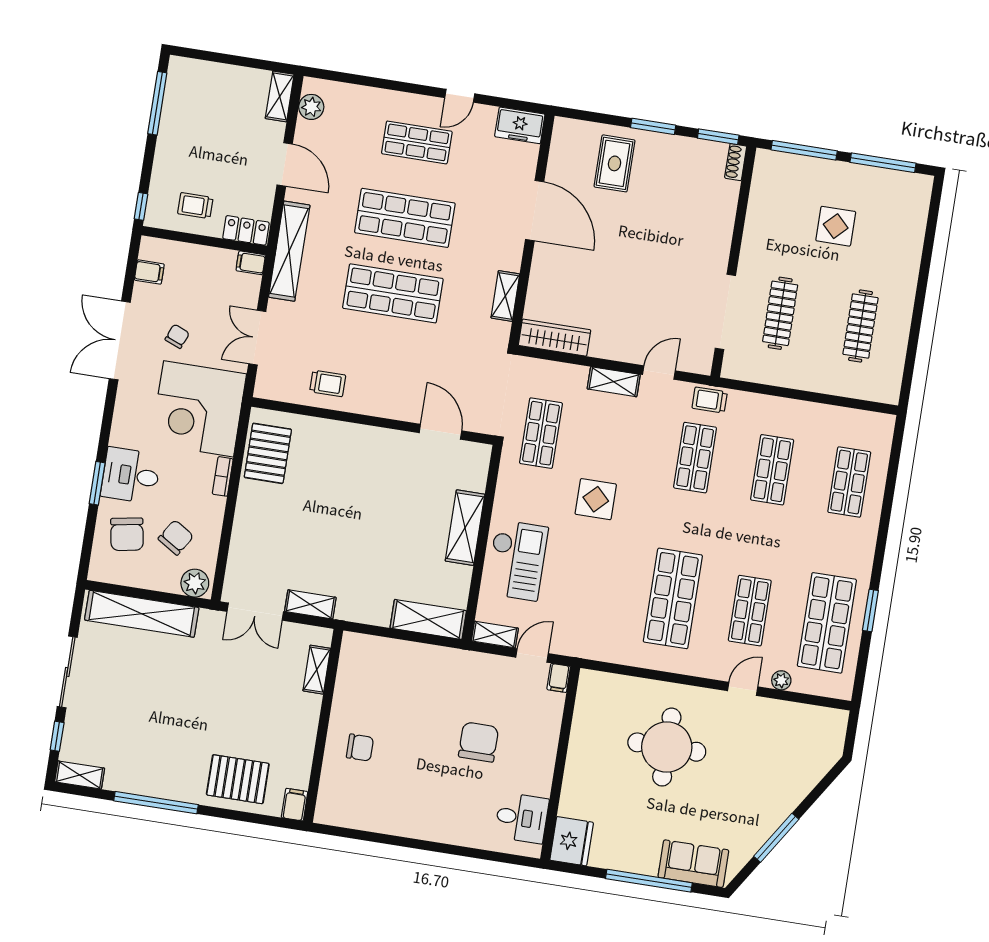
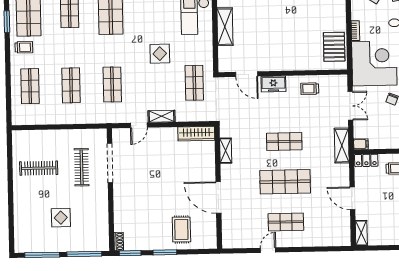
plant: (311, 107) -> (344, 231), removed
freezer: (520, 125) -> (273, 84), moved, turned 180
shelving: (289, 251) -> (342, 146), width x0.68
shop shelf: (393, 293) -> (284, 141), width x0.70, depth x0.74
clothes rail: (861, 326) -> (39, 168), turned 90
trolley: (710, 400) -> (24, 47), moved

